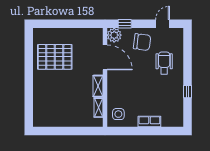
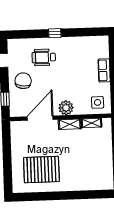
plant: (114, 35) -> (66, 108), moved
pallet: (55, 57) -> (41, 170), turned 90
window: (187, 92) -> (55, 33), moved

